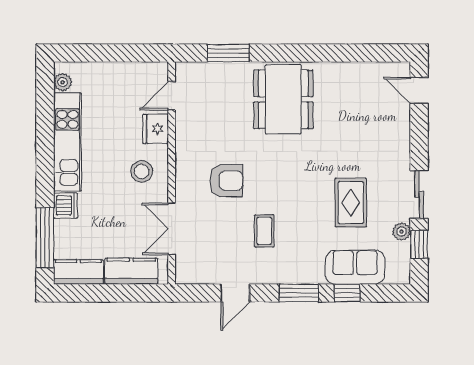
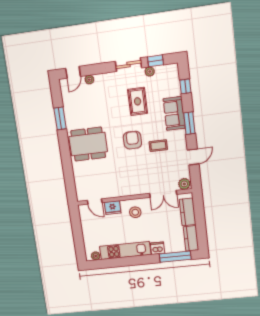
window: (228, 53) -> (60, 118), moved
plant: (402, 119) -> (89, 80), added
armchair: (226, 181) -> (132, 140), moved
rug: (351, 203) -> (138, 101), turned 90
sofa: (355, 267) -> (174, 113), moved
plant: (186, 271) -> (184, 184), added
door: (235, 293) -> (193, 157), hinge flipped
window: (347, 293) -> (185, 86), moved

